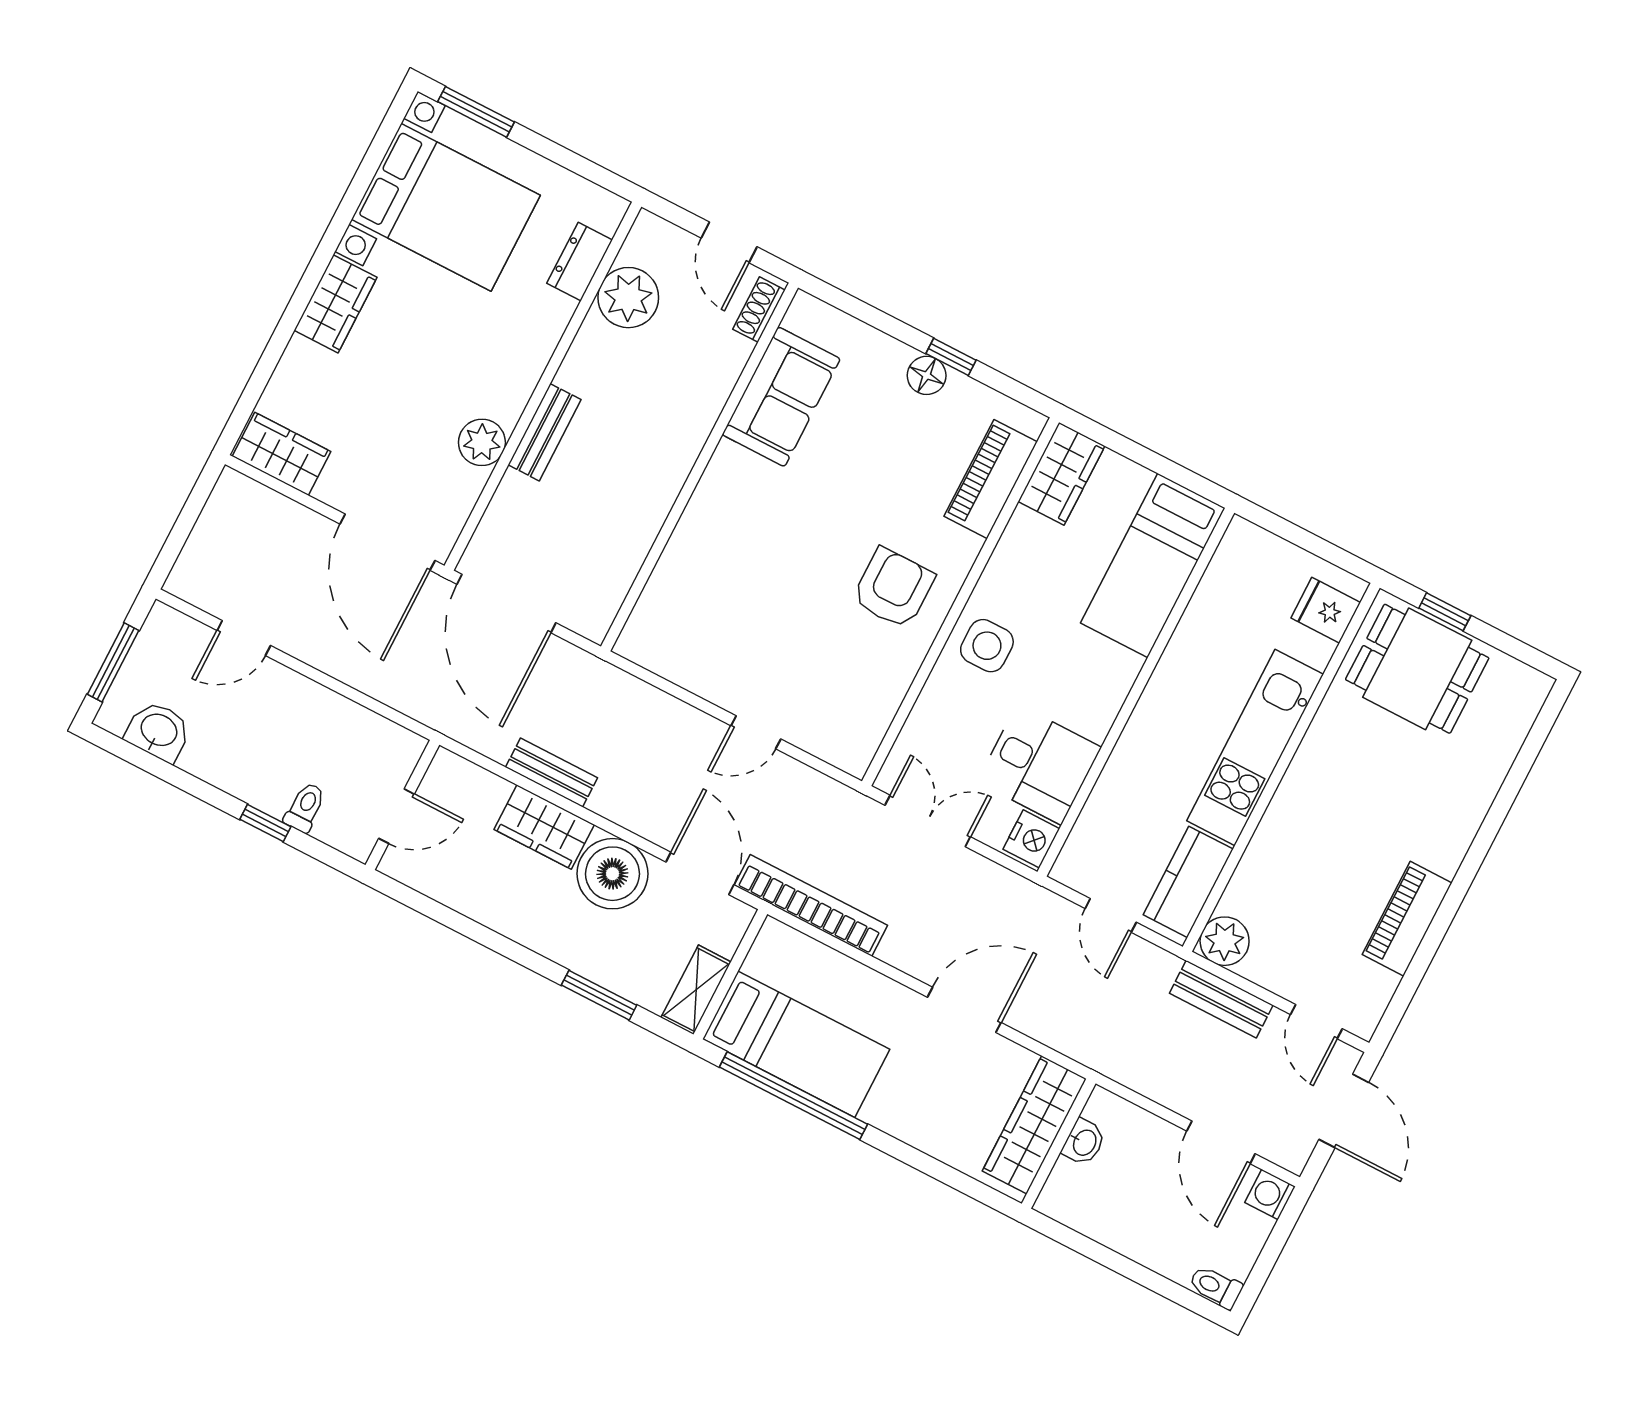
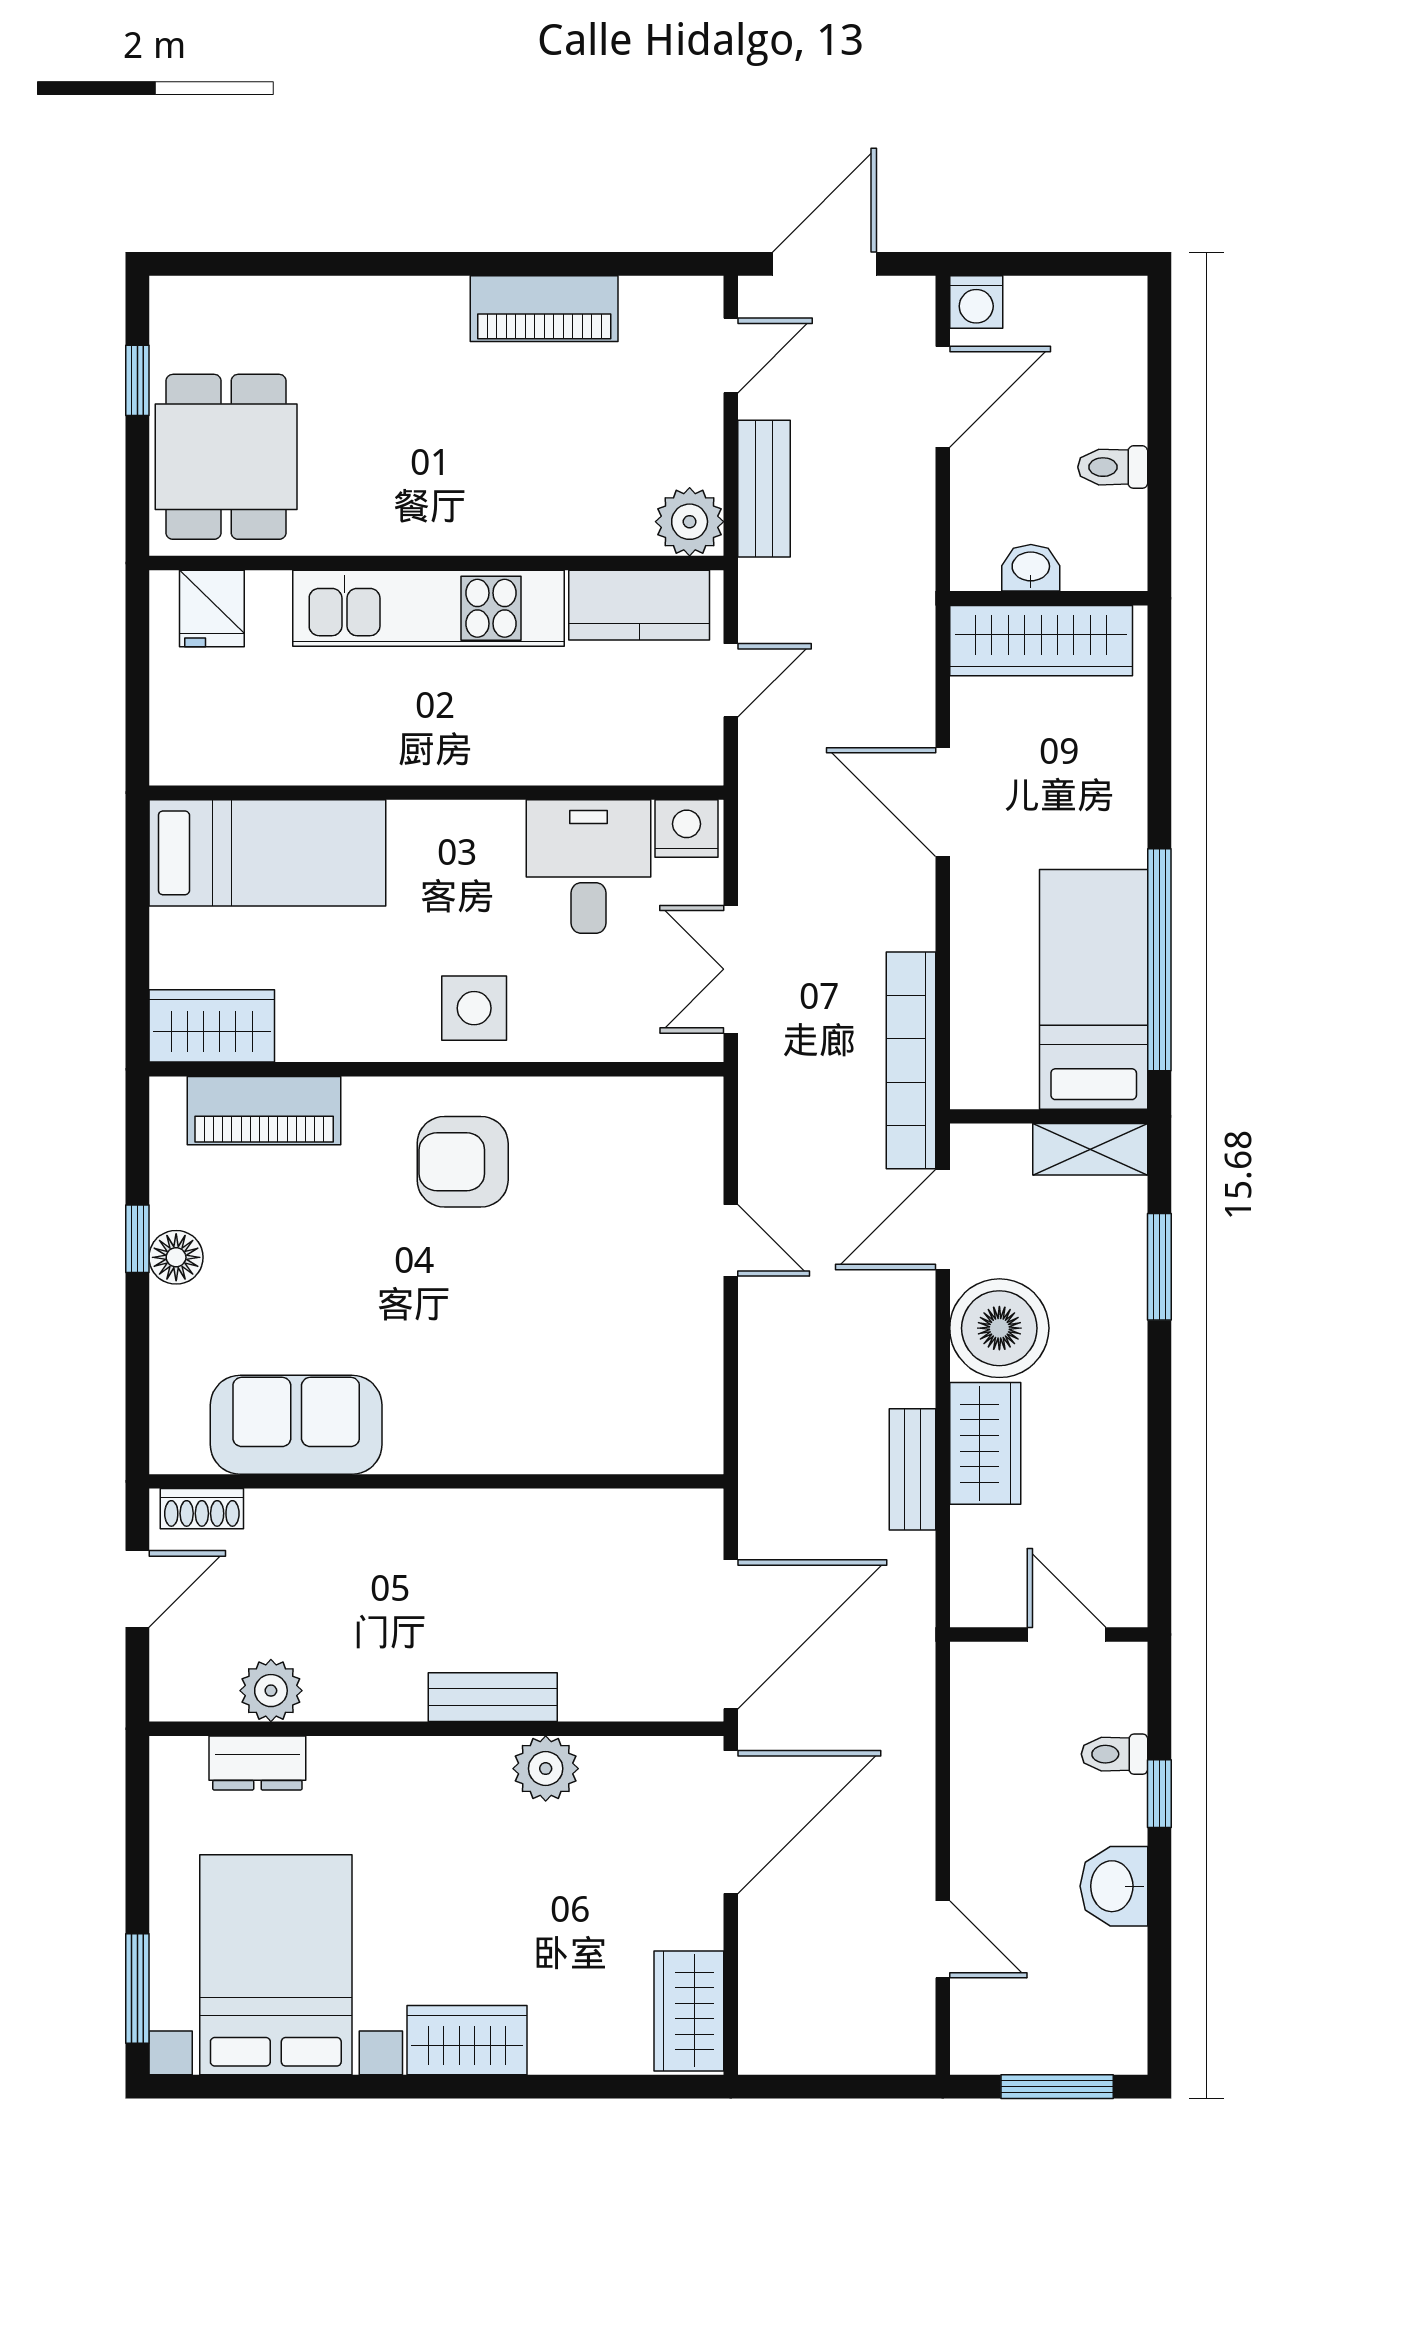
plant: (628, 298) -> (271, 1691), width x0.73, depth x0.73
window: (1445, 612) -> (137, 380), moved
washbasin: (158, 731) -> (1114, 1886), moved
toilet: (1216, 1287) -> (1113, 467), moved, turned 90

